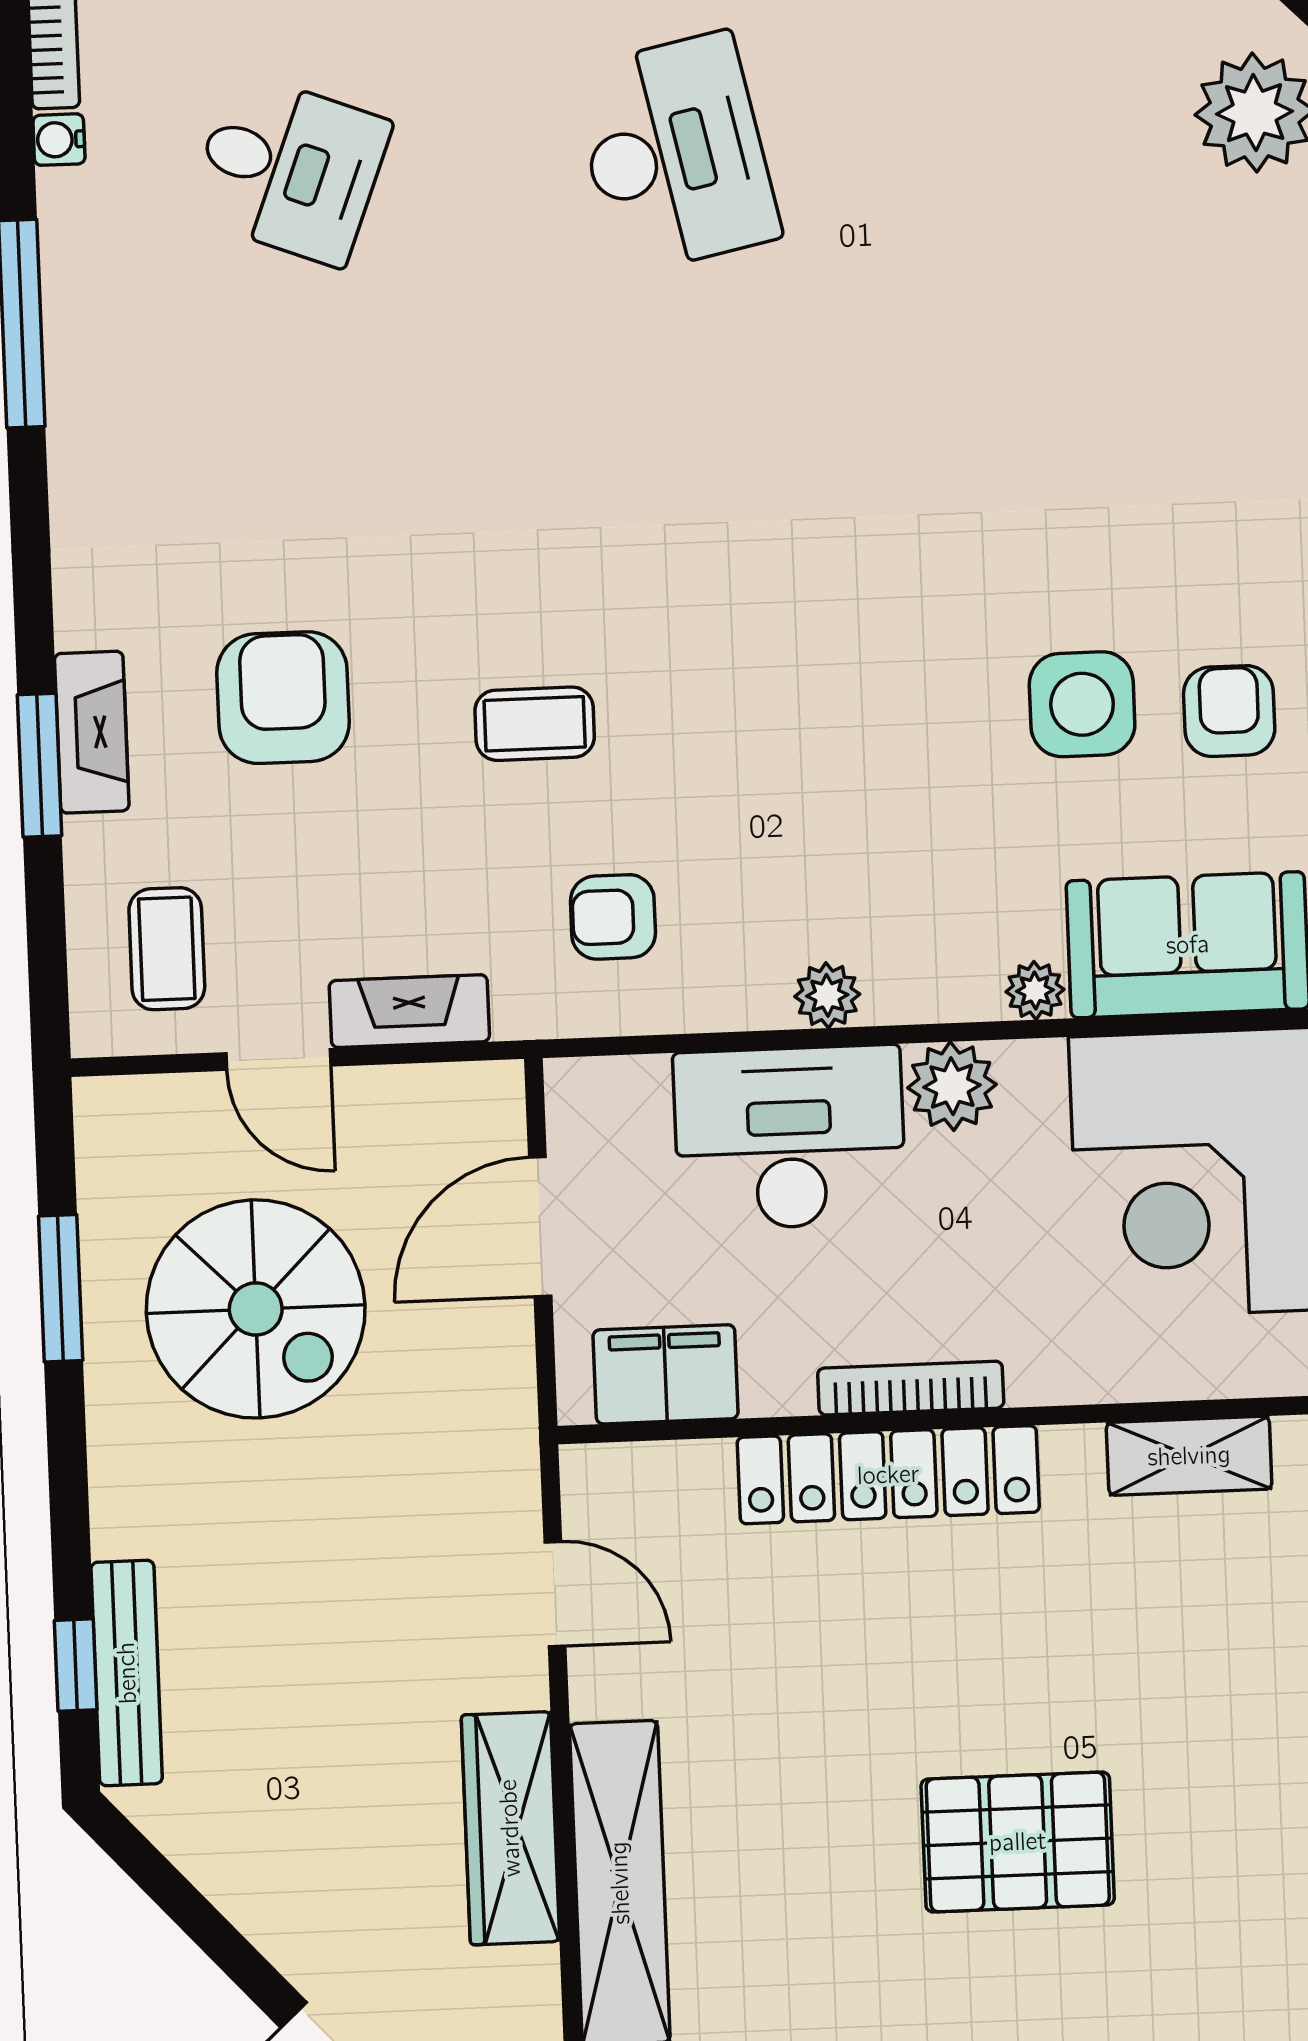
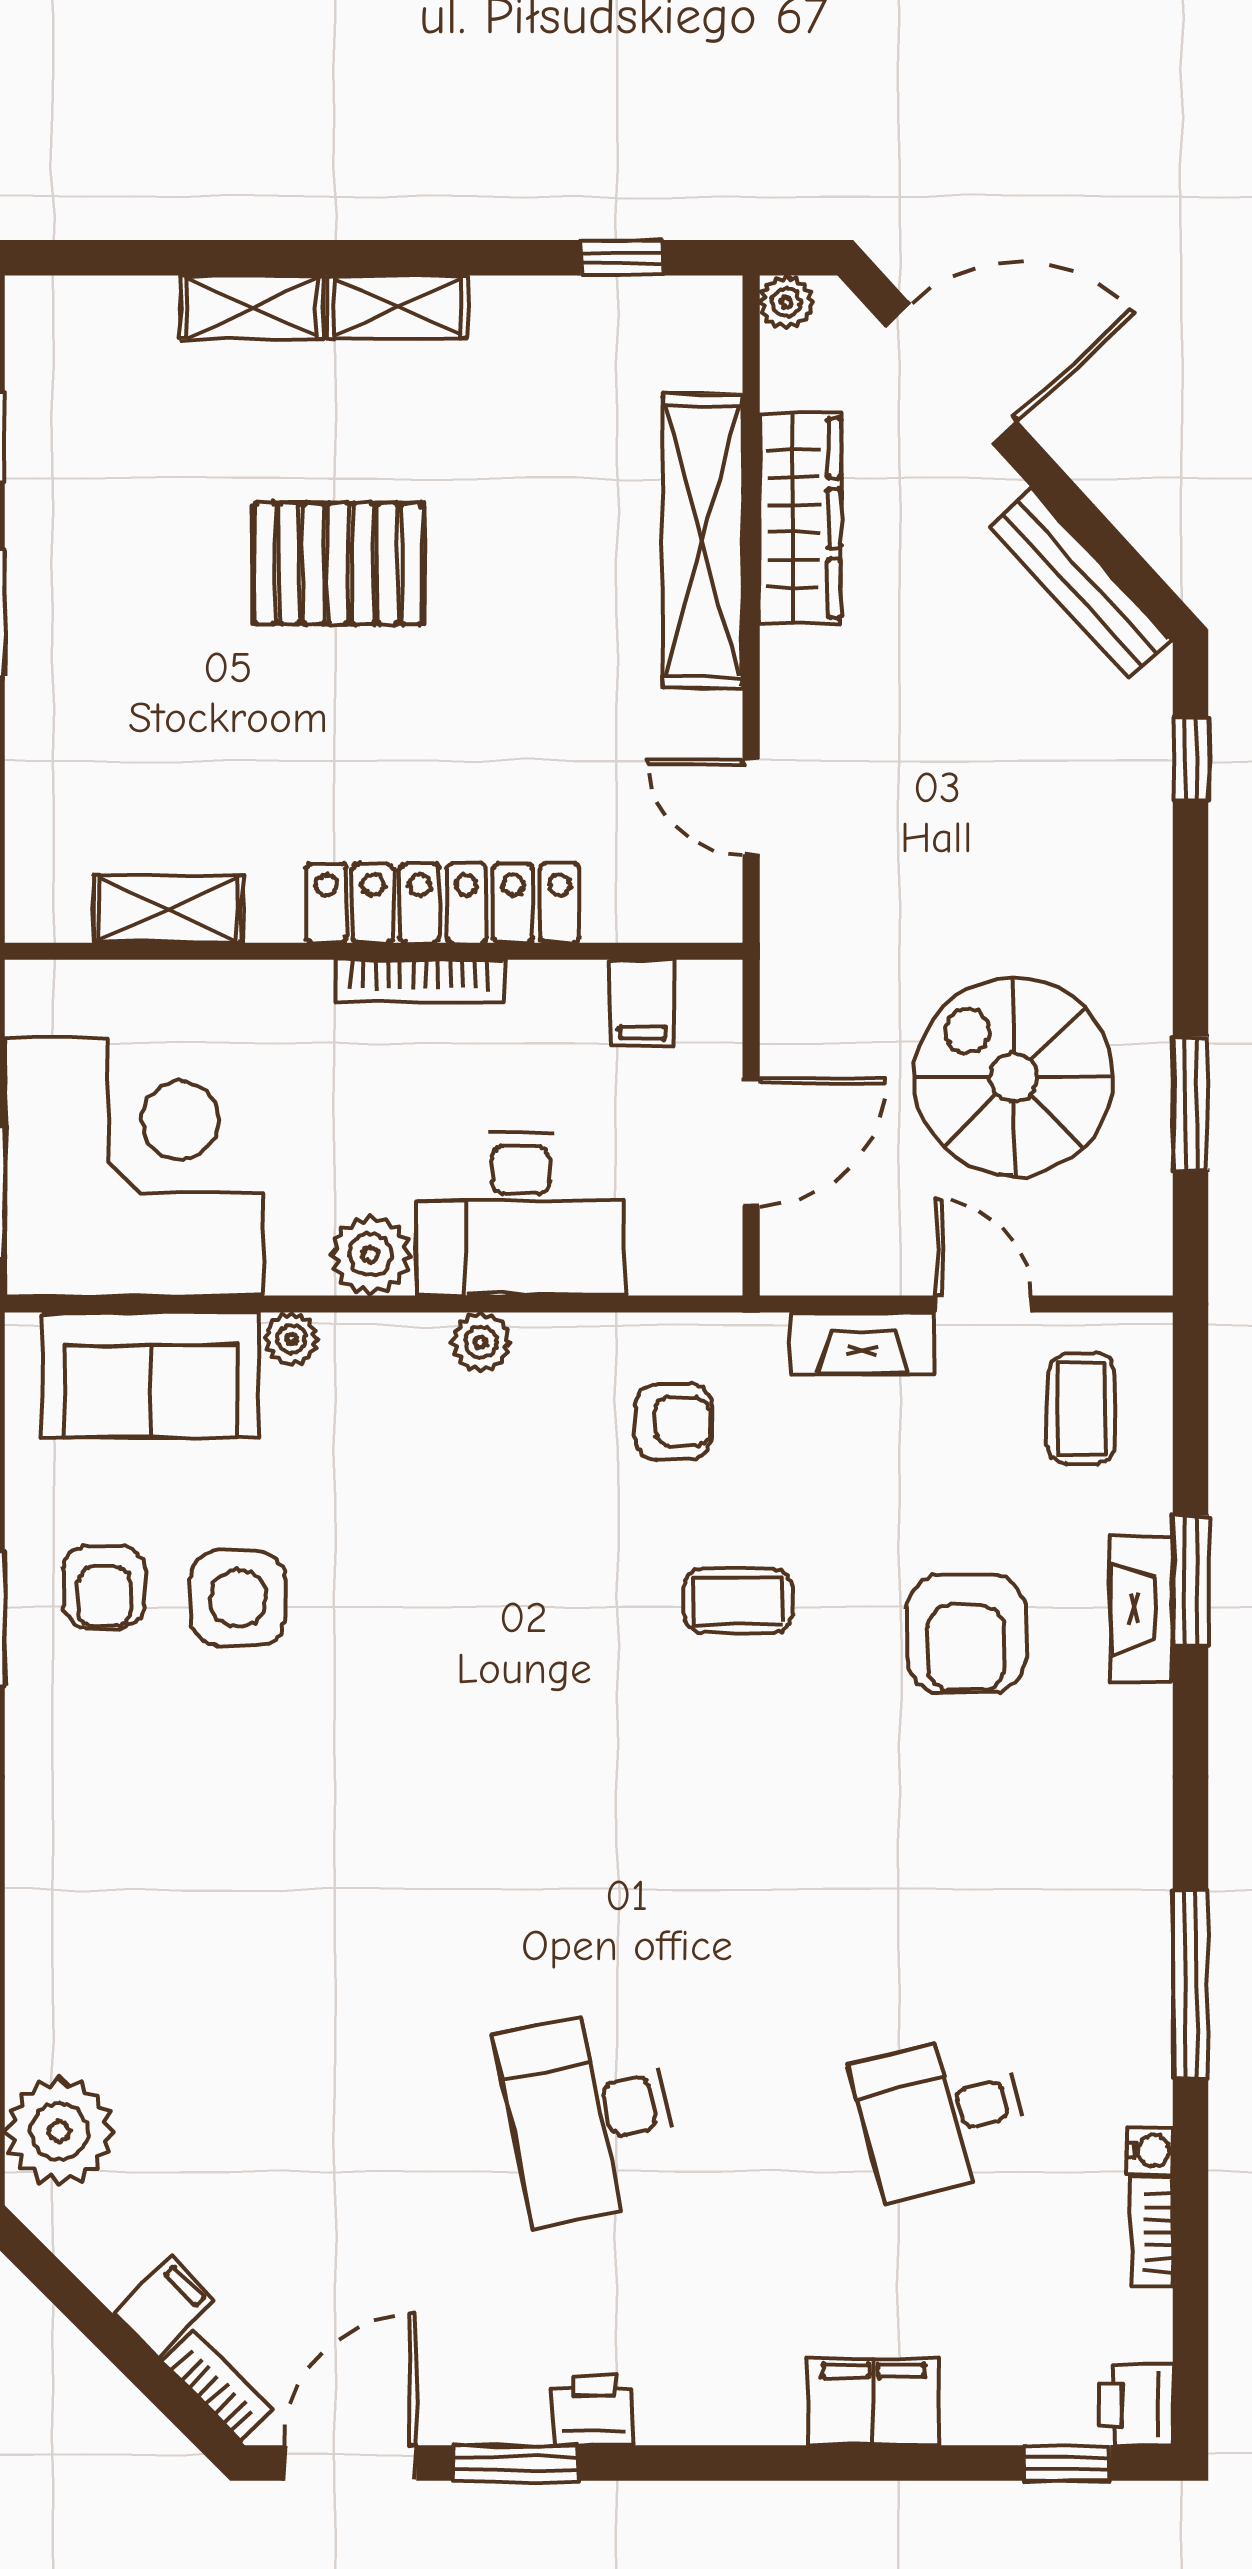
desk: (289, 169) -> (941, 2115), turned -36
filing cabinet: (666, 1374) -> (642, 1003), width x0.50
bench: (127, 1673) -> (1079, 583), moved, turned -42
wardrobe: (510, 1828) -> (800, 518), moved

